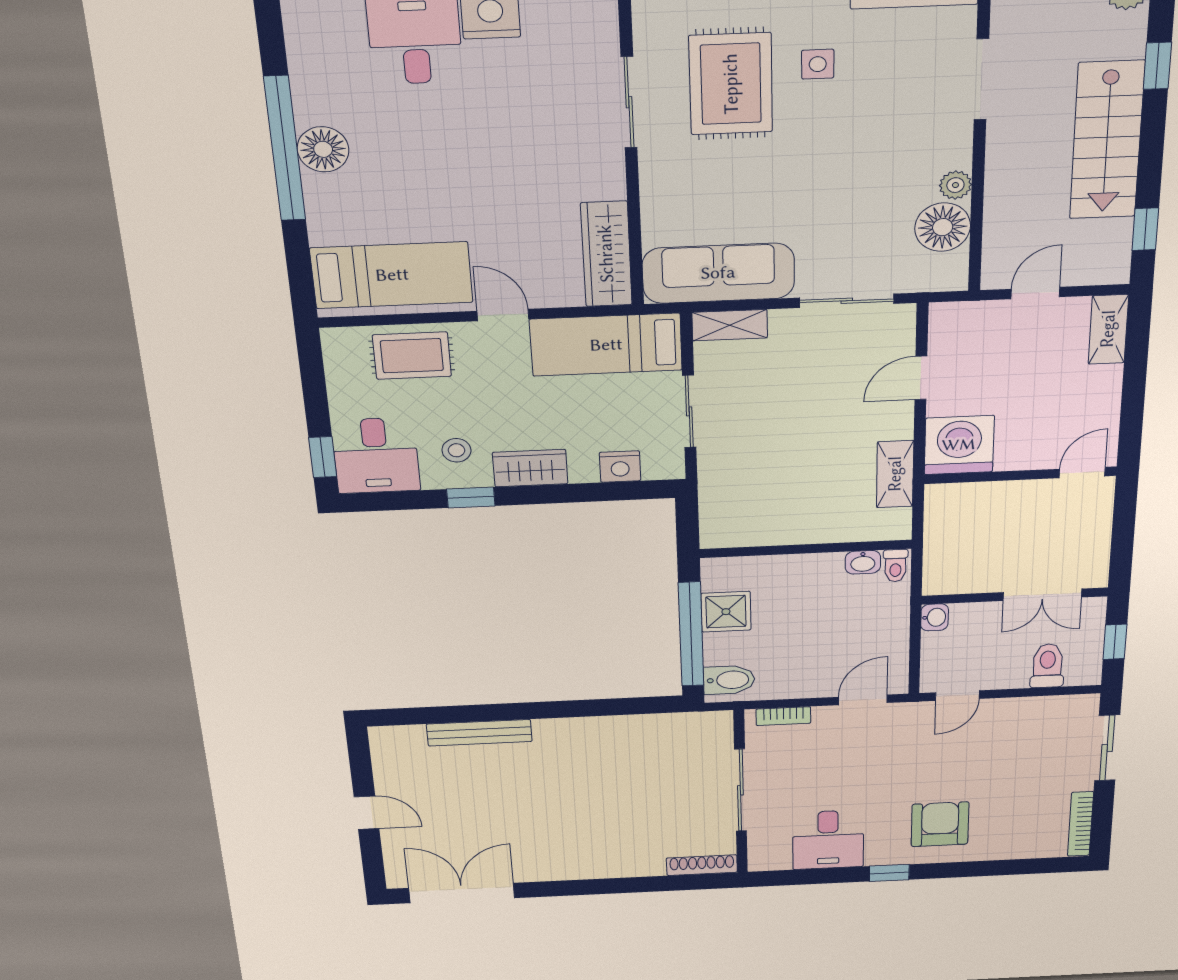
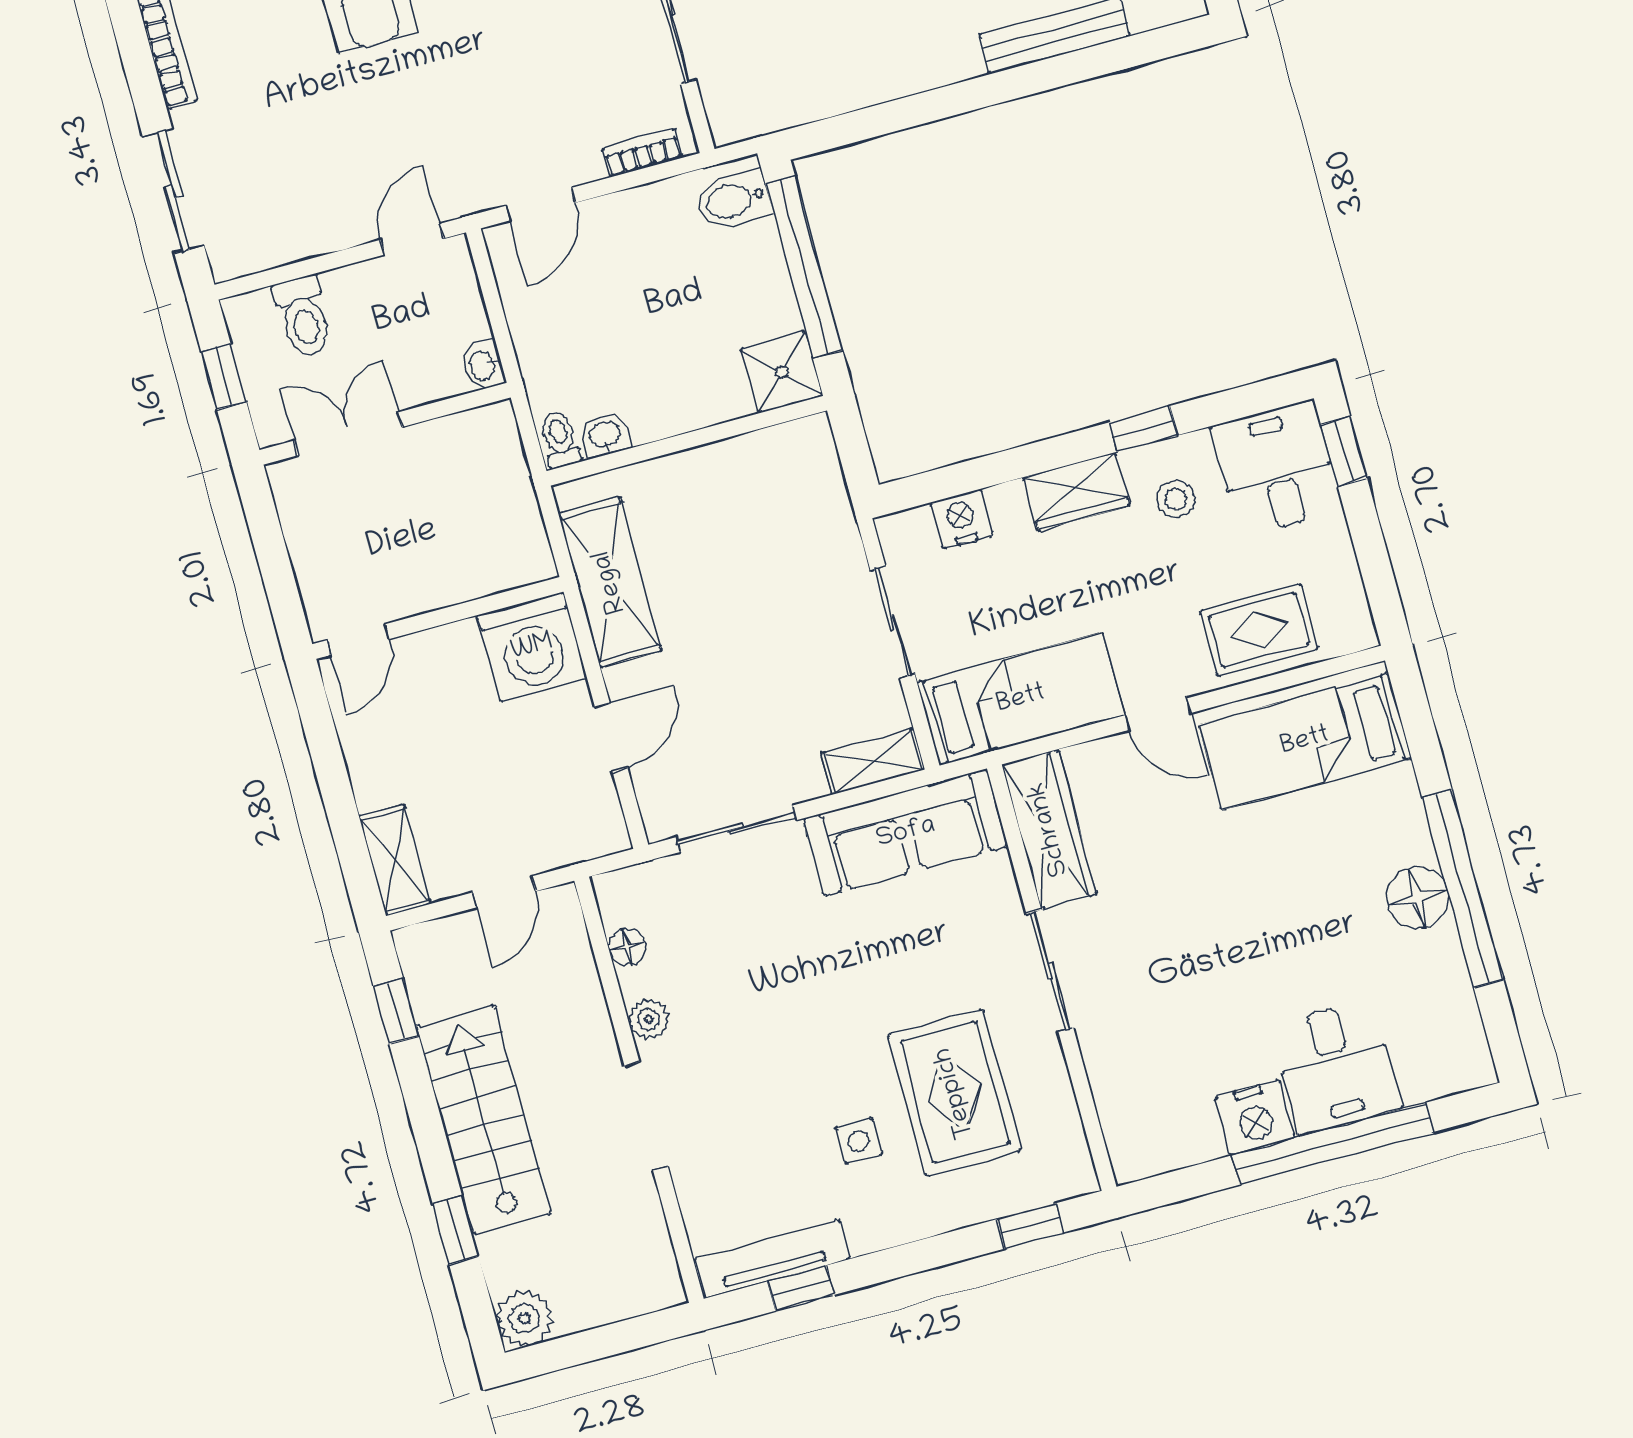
doorway: (981, 79) -> (646, 1116), moved
sliding door: (629, 102) -> (1050, 971), moved
floor lamp: (943, 227) -> (627, 947), width x0.53, depth x0.53
shelving: (895, 474) -> (610, 582), width x1.50, depth x1.33
shower: (726, 612) -> (782, 372), moved

